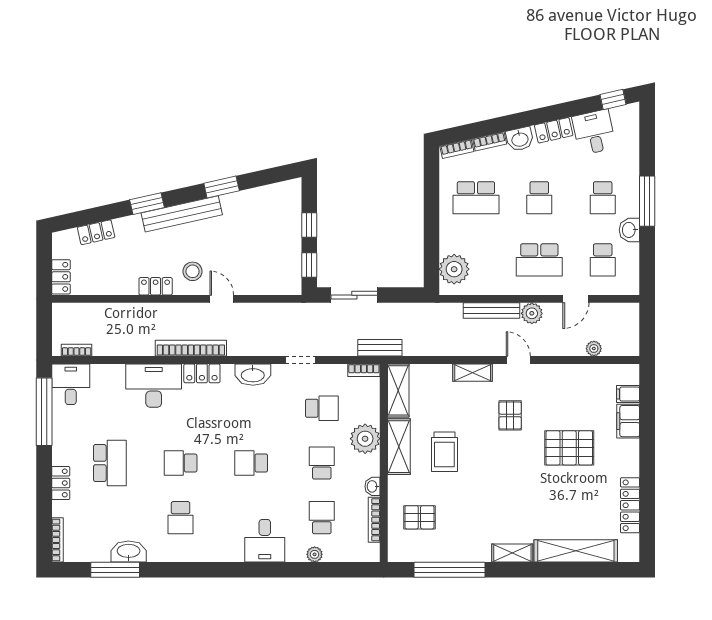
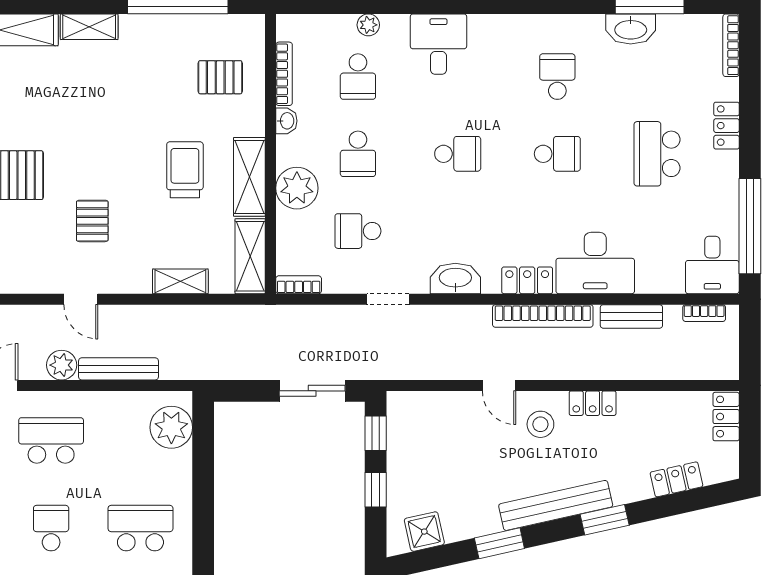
shower: (275, 195) -> (424, 532), added
bench: (380, 348) -> (631, 316), moved
shelving: (473, 373) -> (180, 281), moved

